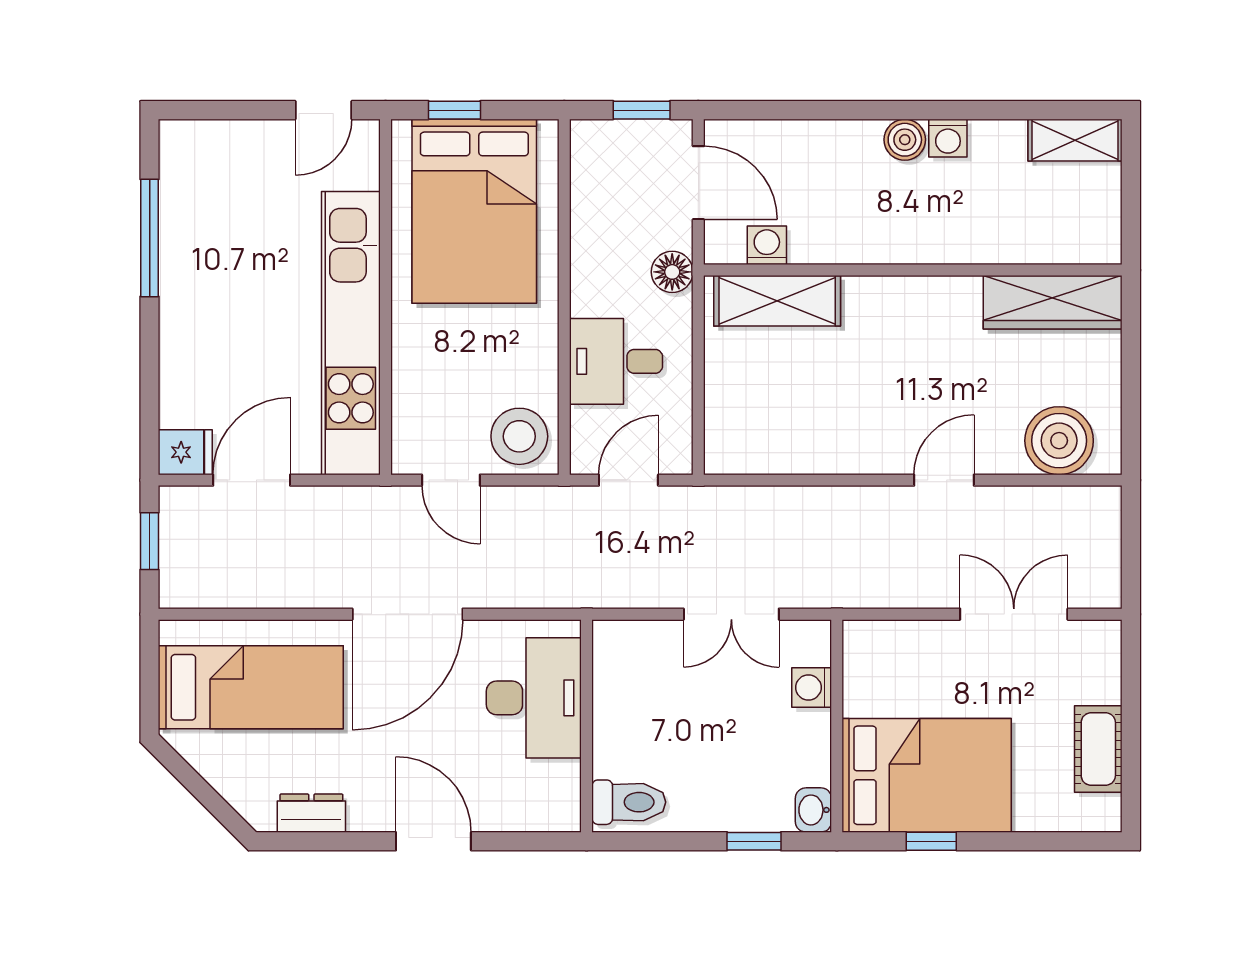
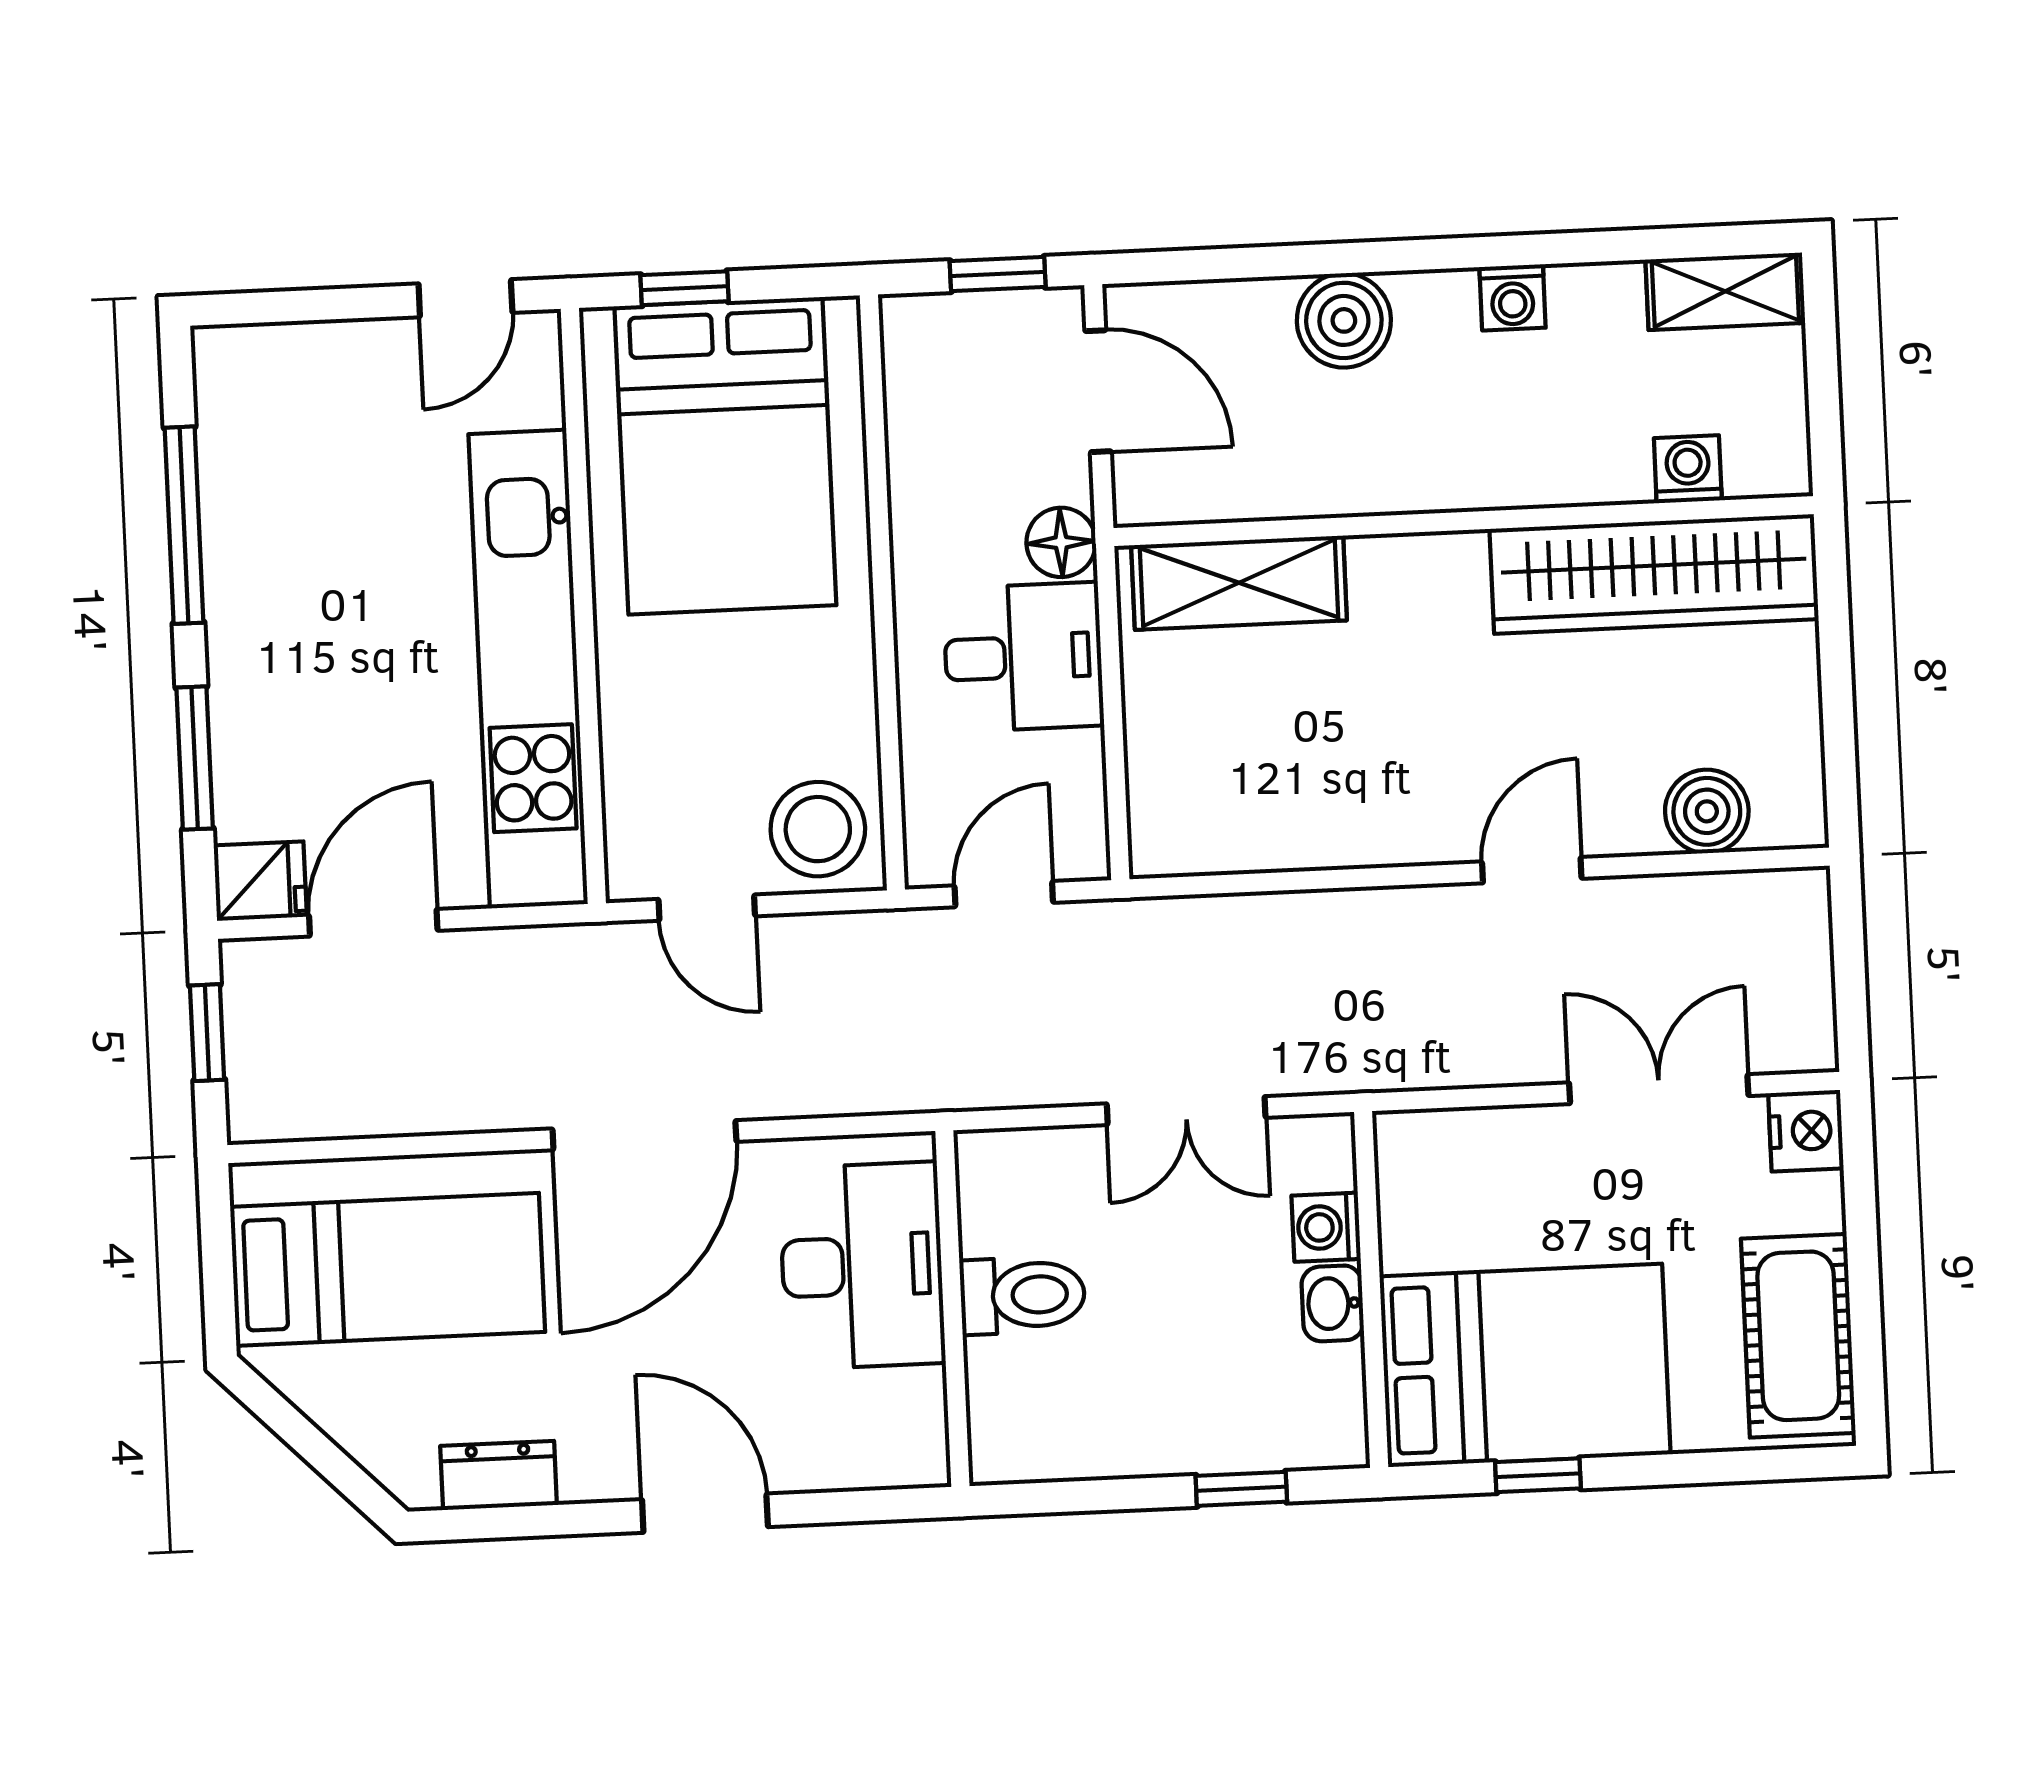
boiler: (905, 140) -> (1344, 320), moved, width x1.36, depth x1.36
washing machine: (767, 245) -> (1688, 469), moved
wardrobe: (1053, 302) -> (1654, 574), width x1.40, depth x1.17
desk: (616, 361) -> (1023, 657), moved, turned 180
window: (150, 377) -> (195, 758), added
boiler: (1059, 441) -> (1707, 811), width x0.73, depth x0.73
nightstand: (1100, 643) -> (1806, 1131), added
cot: (1098, 749) -> (1798, 1336), width x1.37, depth x1.34
toilet: (629, 802) -> (1023, 1295), moved
washbasin: (813, 810) -> (1333, 1303), moved

